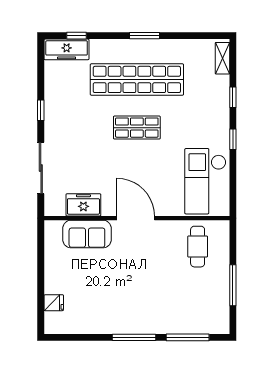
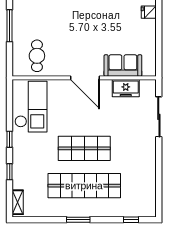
freezer: (67, 49) -> (139, 209), removed
window: (41, 110) -> (159, 162), removed
shop shelf: (137, 128) -> (84, 148), width x1.43, depth x1.36

